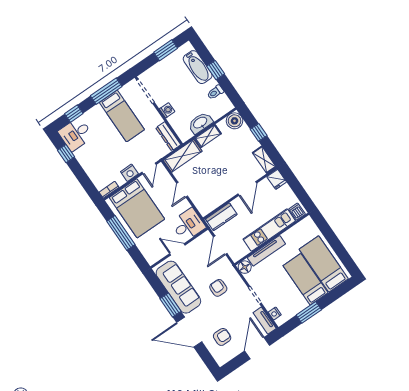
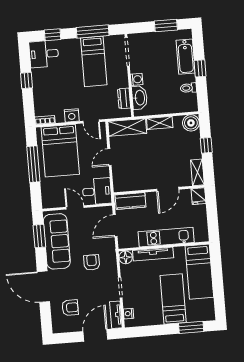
washbasin: (200, 123) -> (140, 98), moved, turned 90
dresser: (168, 136) -> (124, 98), width x0.70
window: (66, 154) -> (27, 80), moved
door: (149, 168) -> (91, 121), hinge flipped
dishwasher: (297, 212) -> (200, 235), removed
bed: (324, 264) -> (199, 272), moved, turned 180
window: (171, 305) -> (39, 236), moved
window: (309, 312) -> (191, 327), moved

